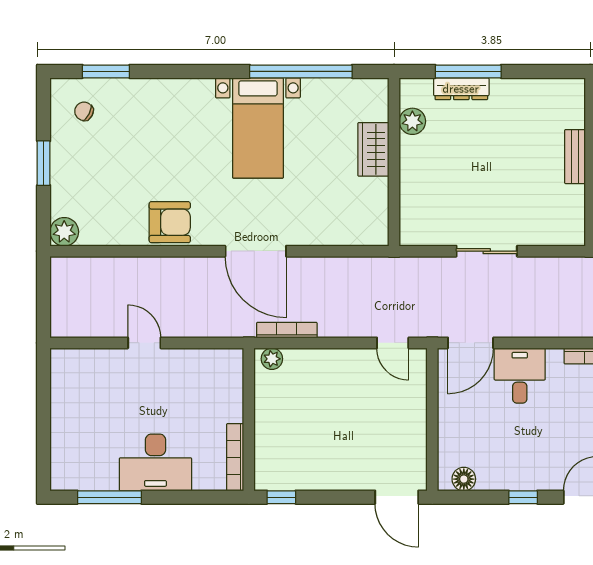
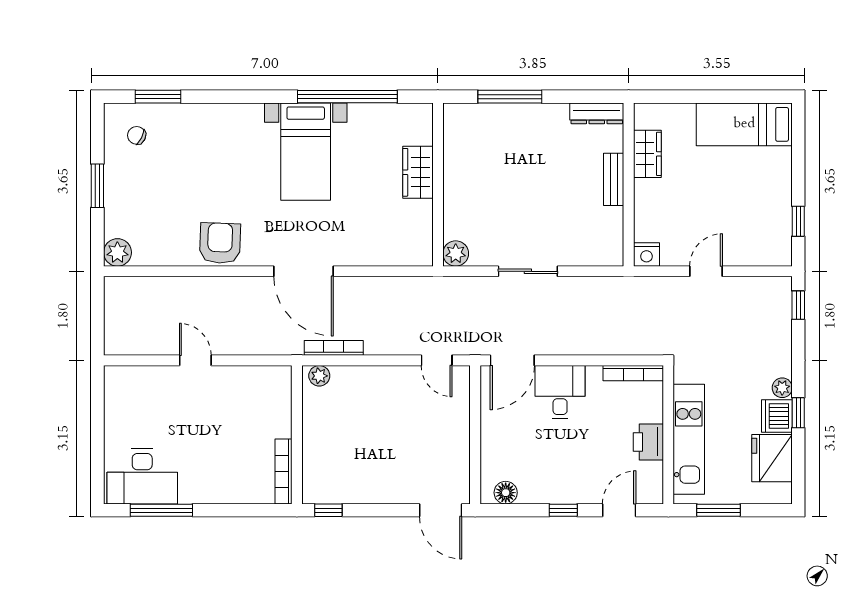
dresser: (461, 89) -> (597, 113), moved
plant: (412, 121) -> (456, 254), moved
armchair: (170, 222) -> (220, 243), turned -88
desk: (155, 462) -> (142, 476), moved

